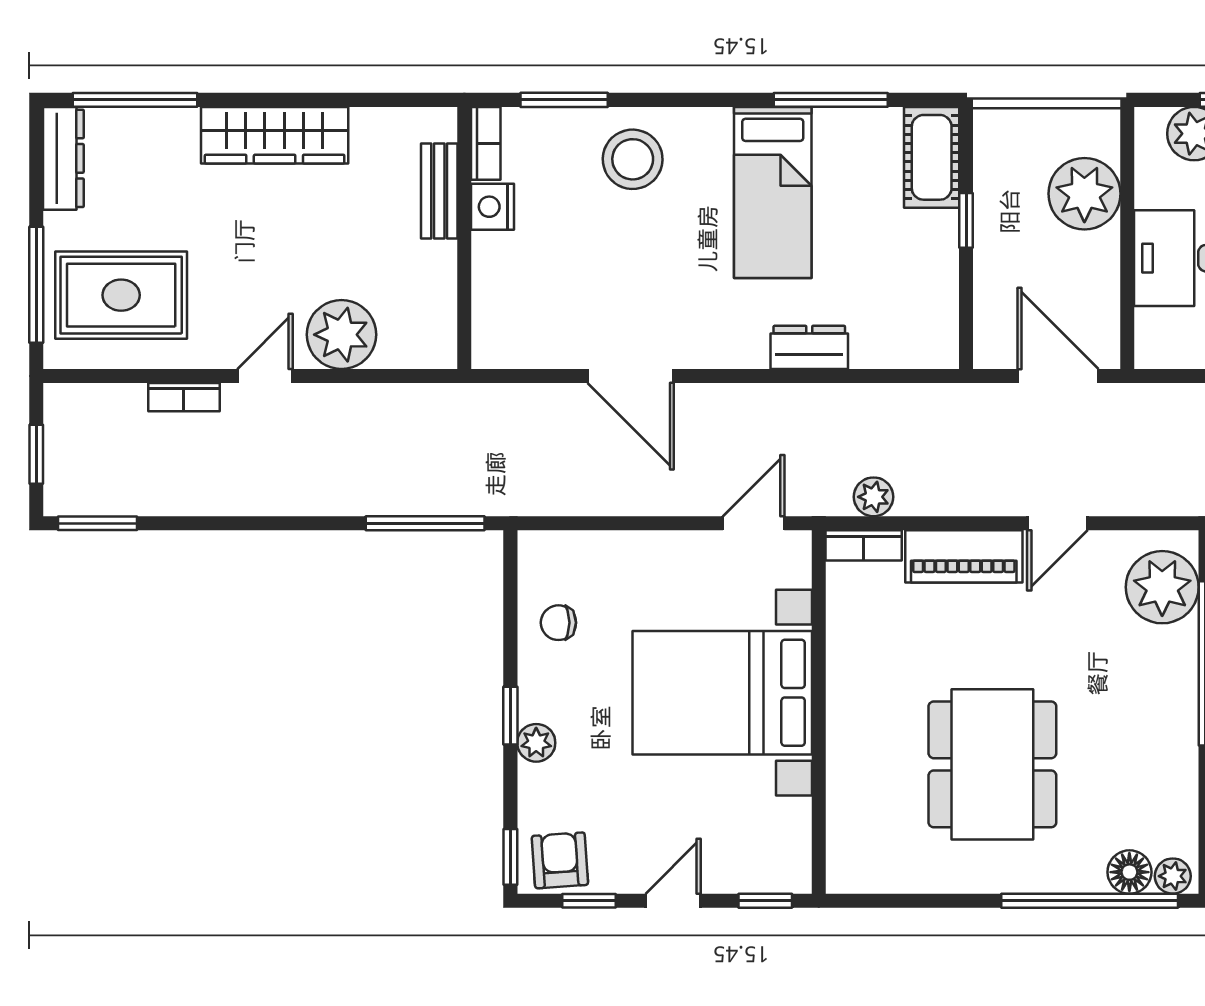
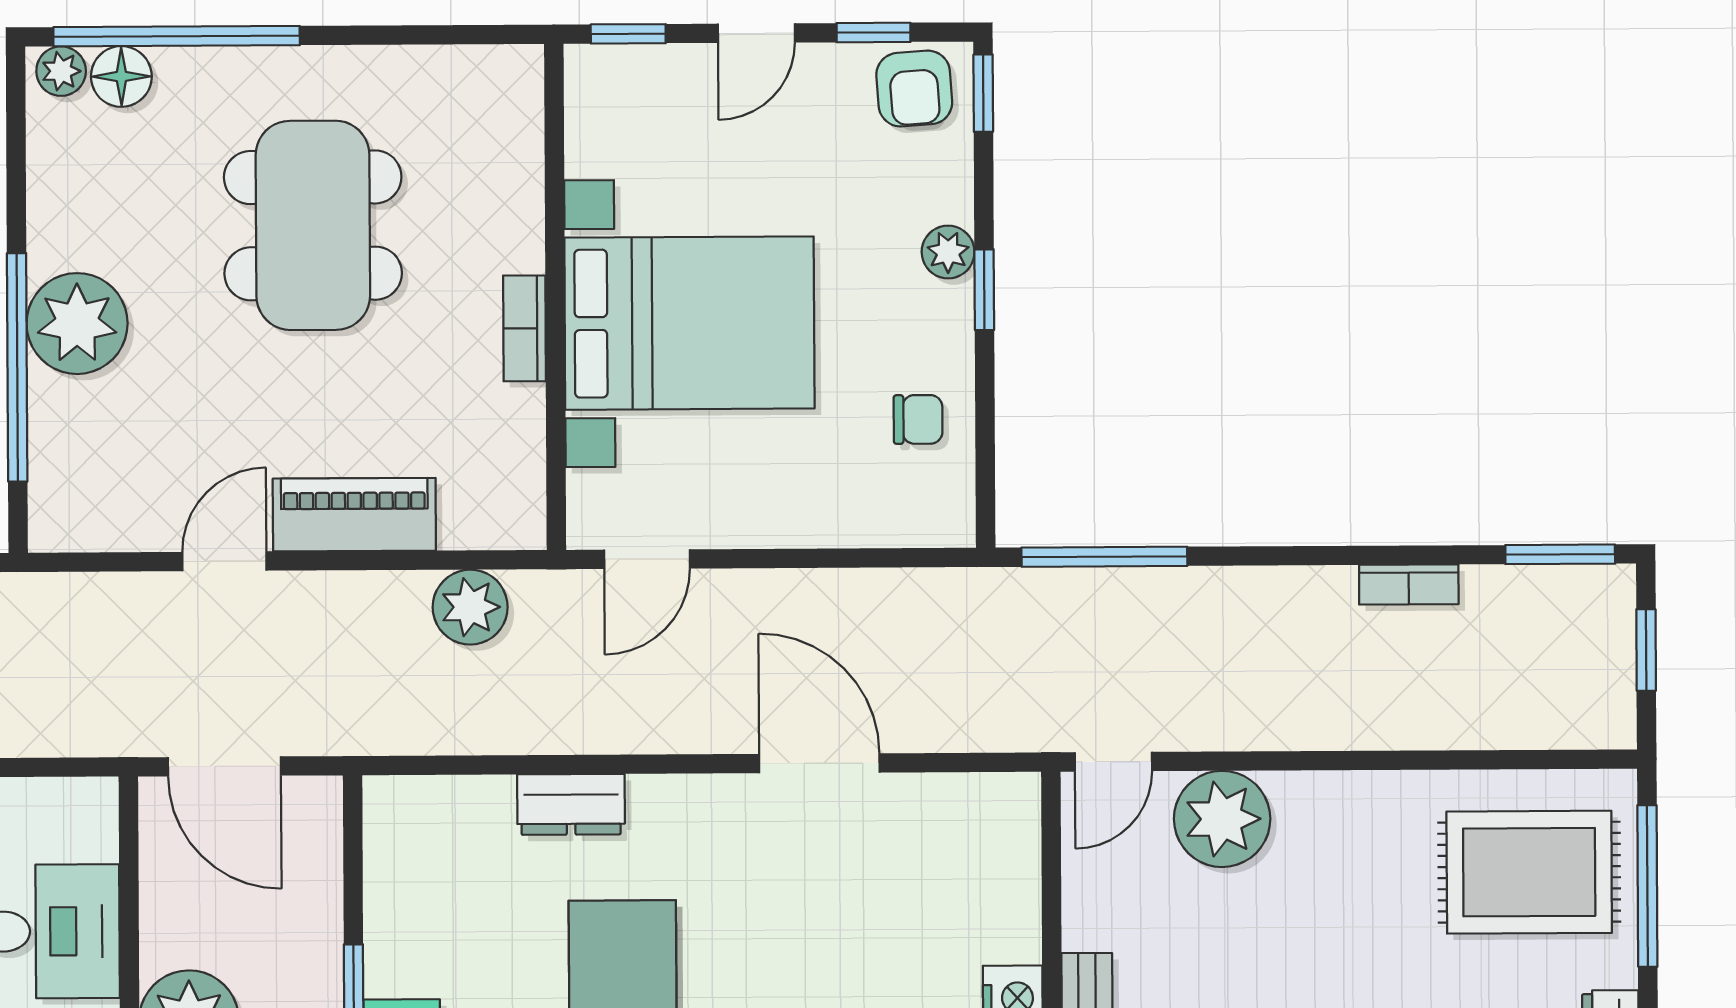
door: (265, 376) -> (1113, 762), moved
bookcase: (184, 397) -> (1409, 585), moved, turned 180
plant: (874, 497) -> (470, 607), width x1.38, depth x1.38
bookcase: (864, 545) -> (524, 328), moved, turned -90
plant: (1162, 587) -> (77, 324), moved

